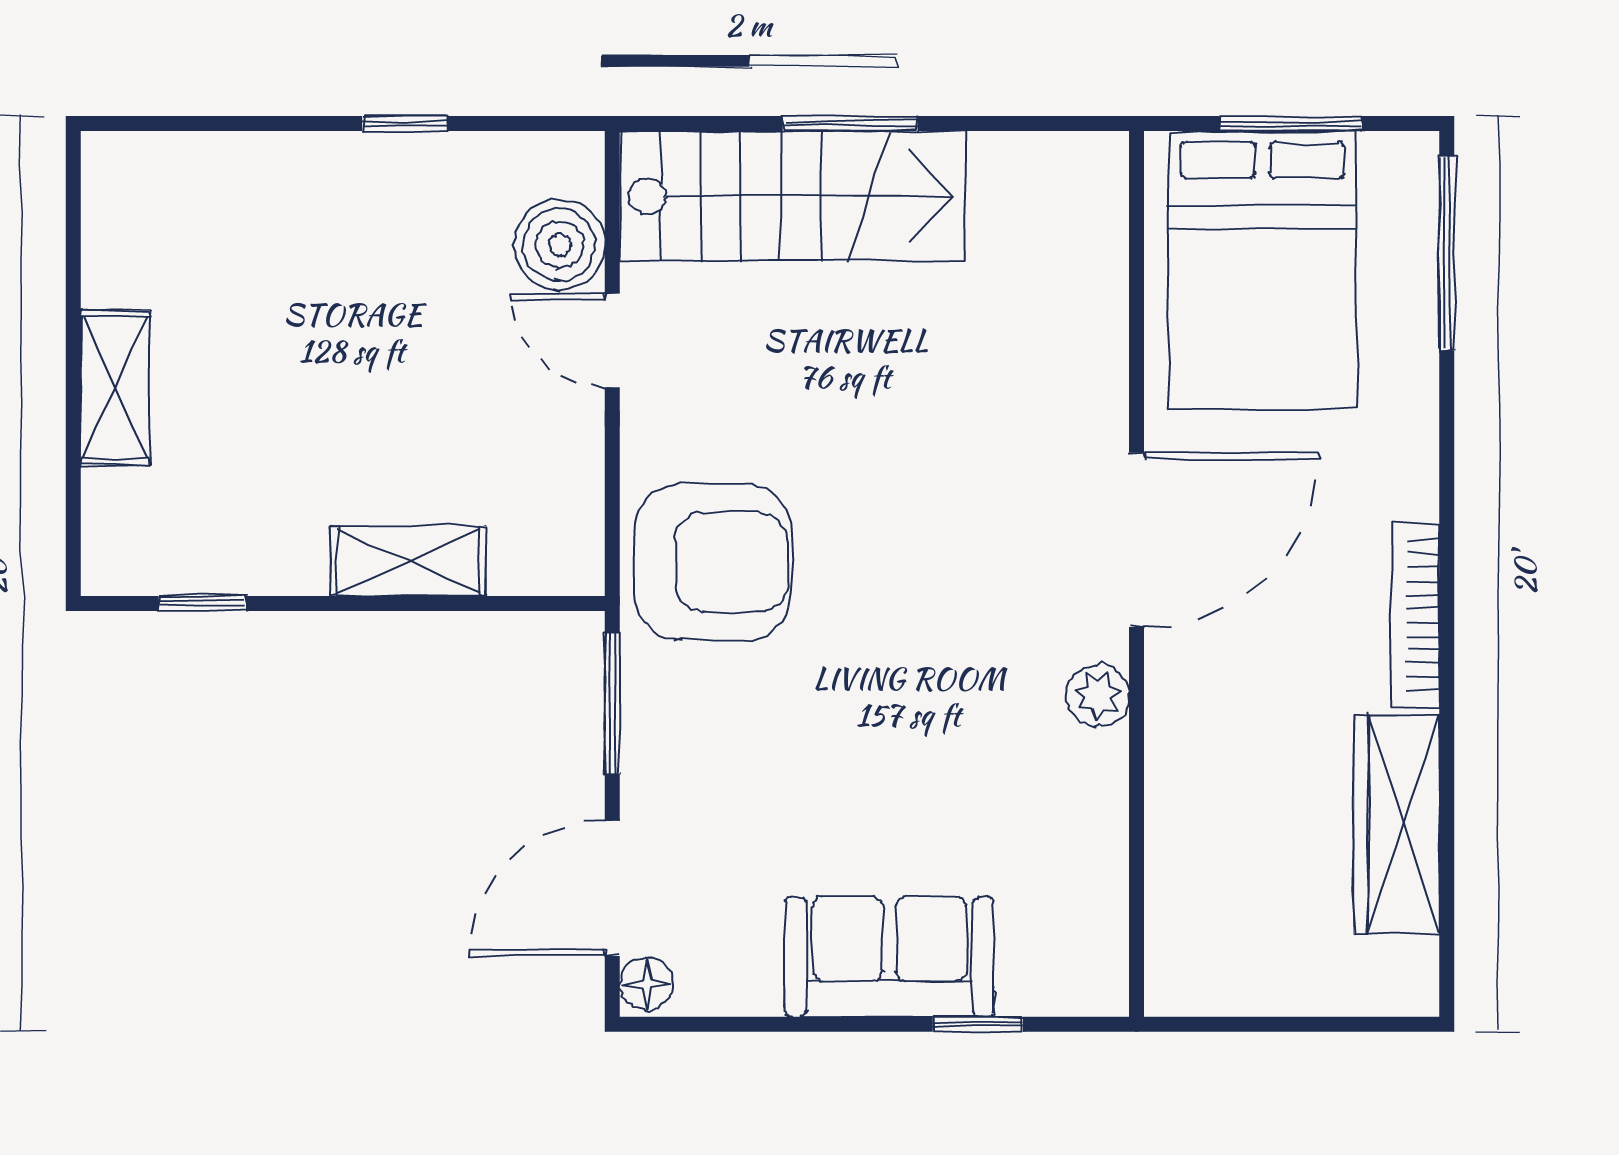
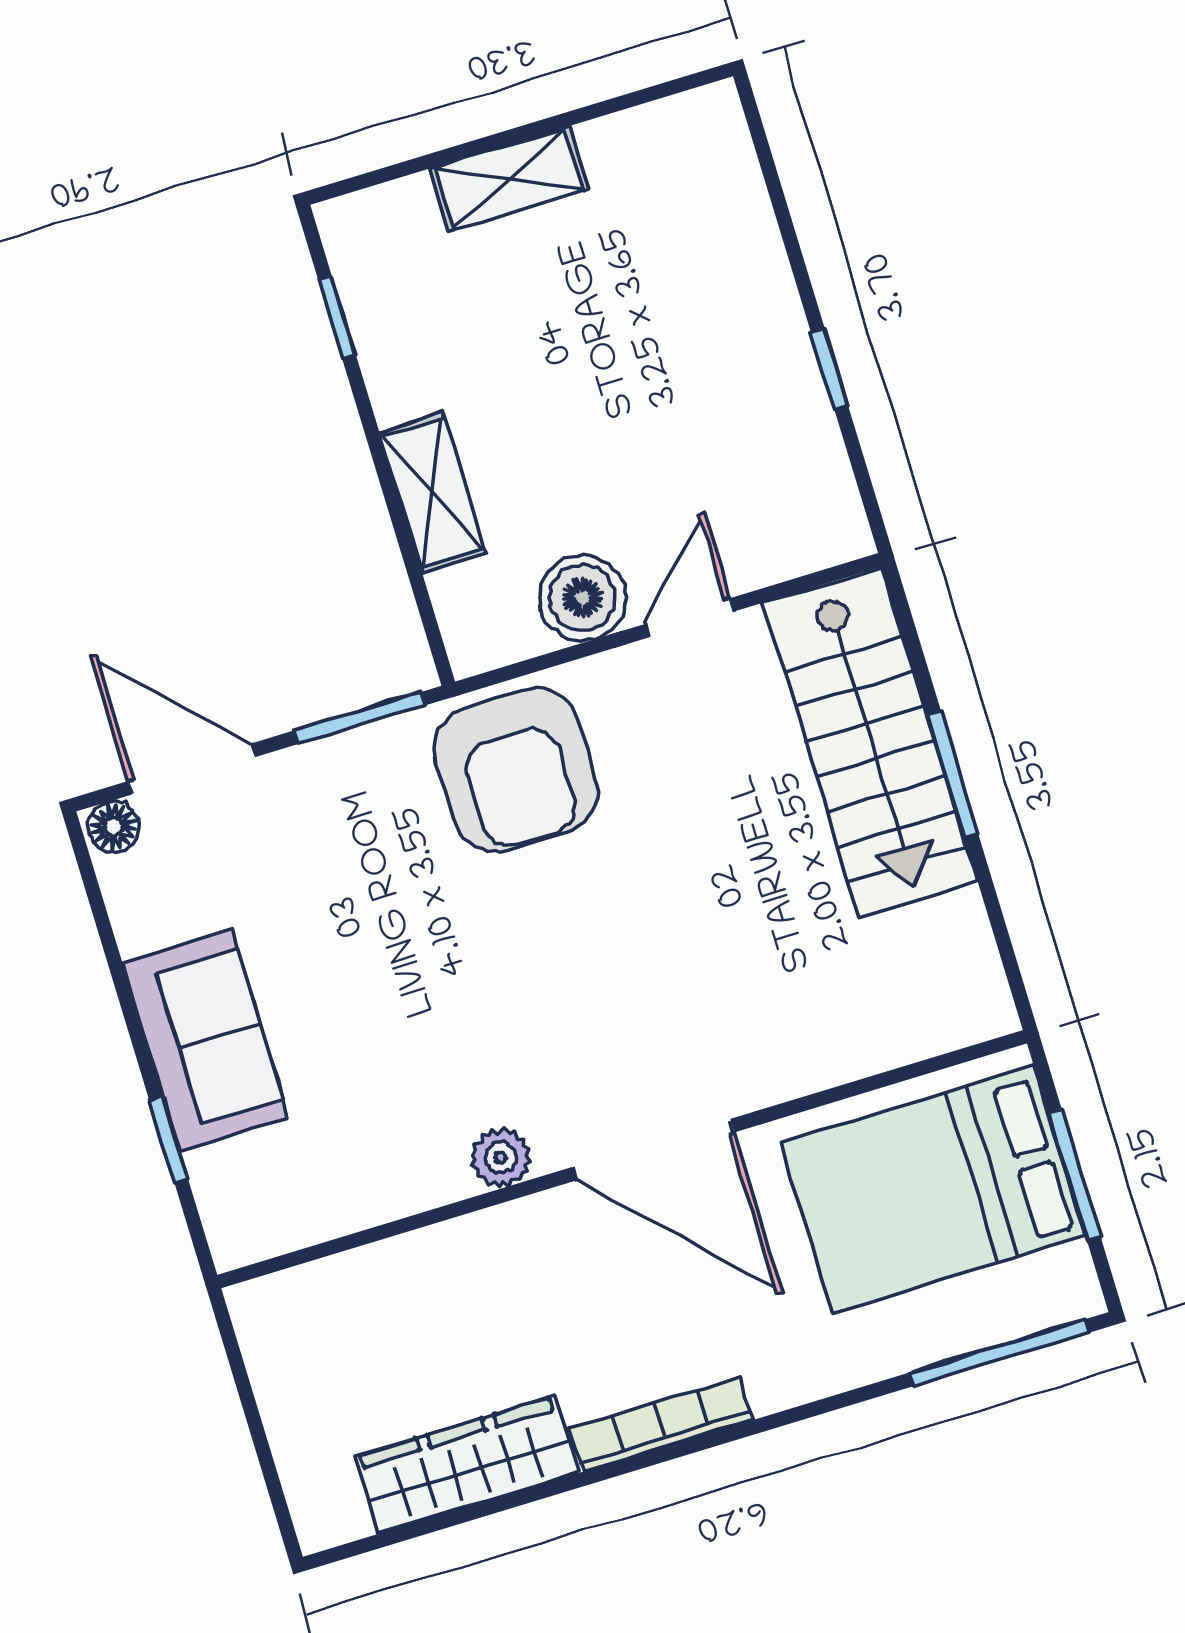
boiler: (559, 245) -> (583, 598), moved

